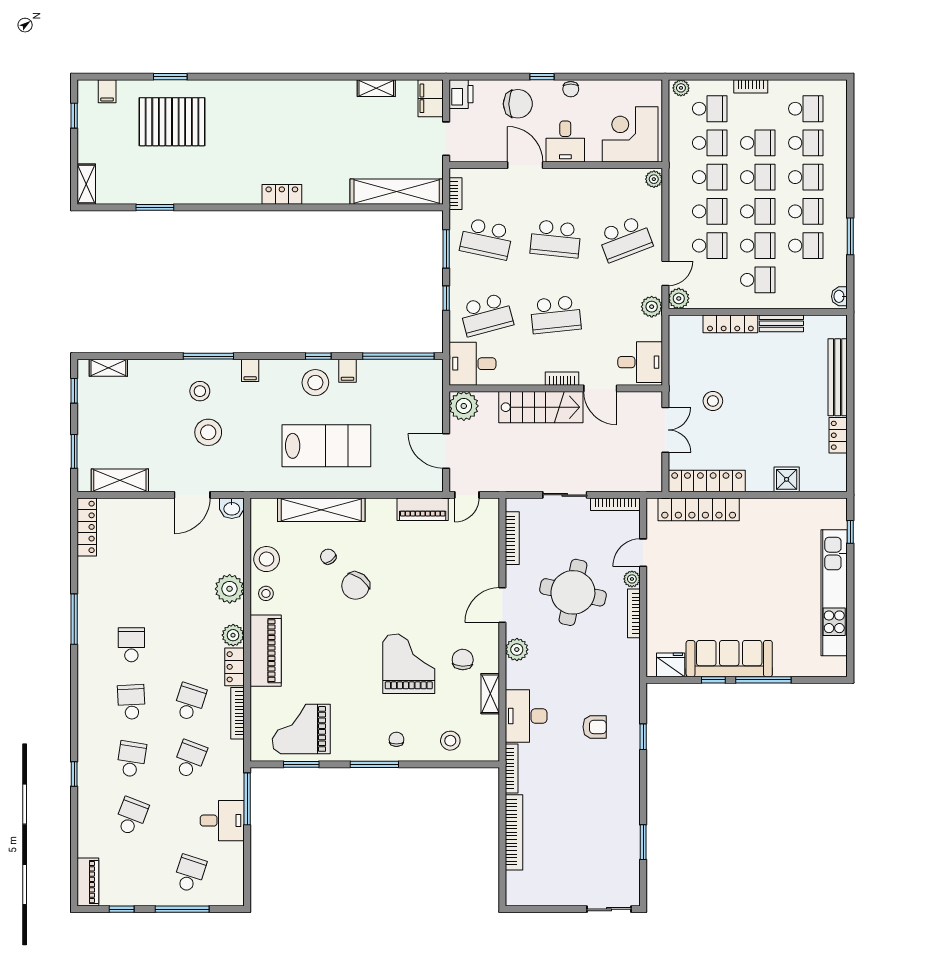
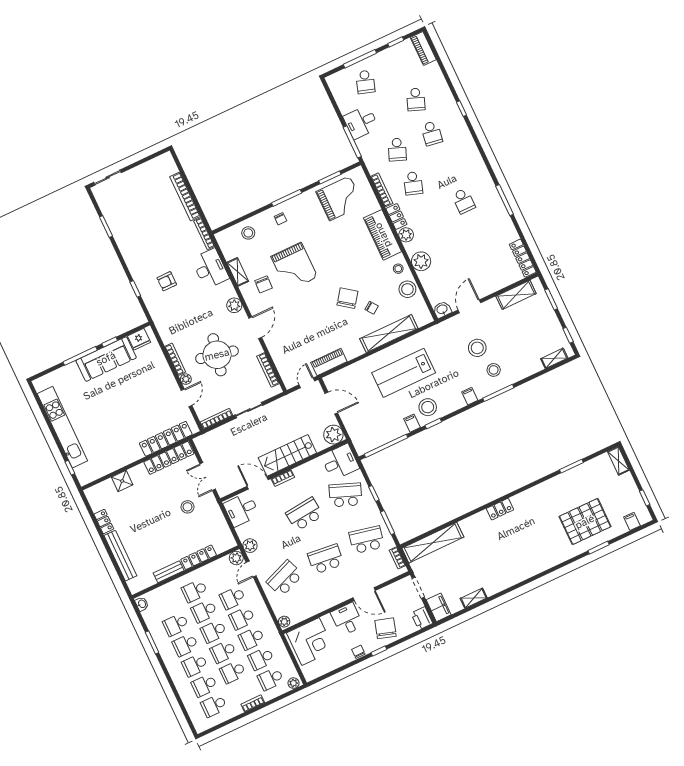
chair: (518, 104) -> (386, 628), turned 107
school desk: (486, 315) -> (345, 495), turned 36
school desk: (131, 702) -> (448, 167), removed

